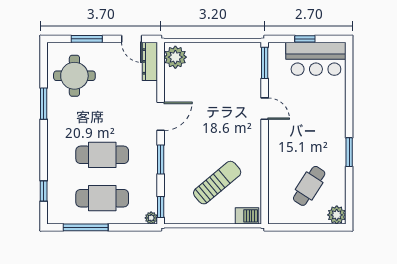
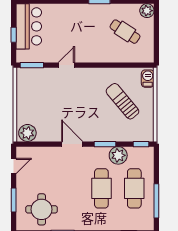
dresser: (150, 61) -> (31, 152), removed
plant: (151, 218) -> (118, 155), moved, width x1.87, depth x1.87

